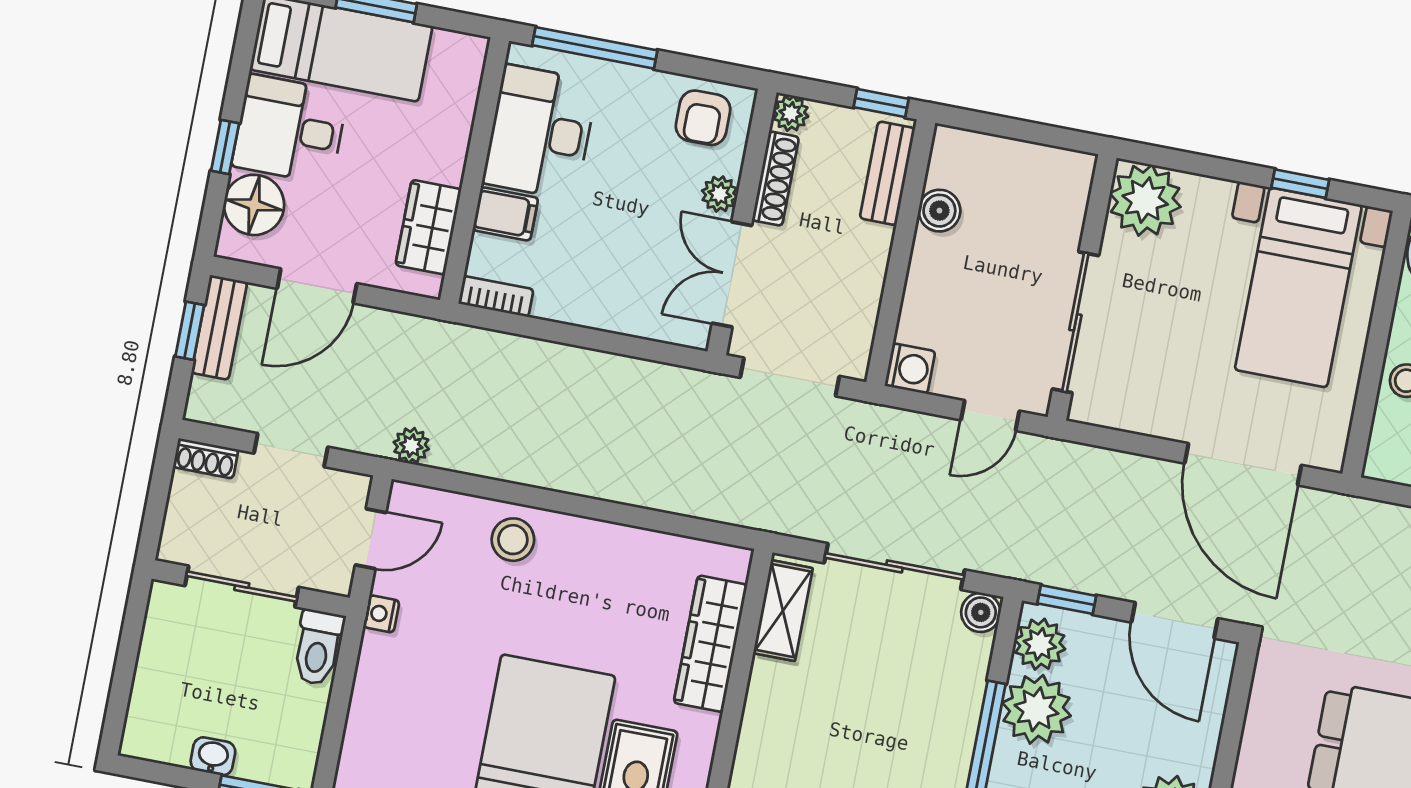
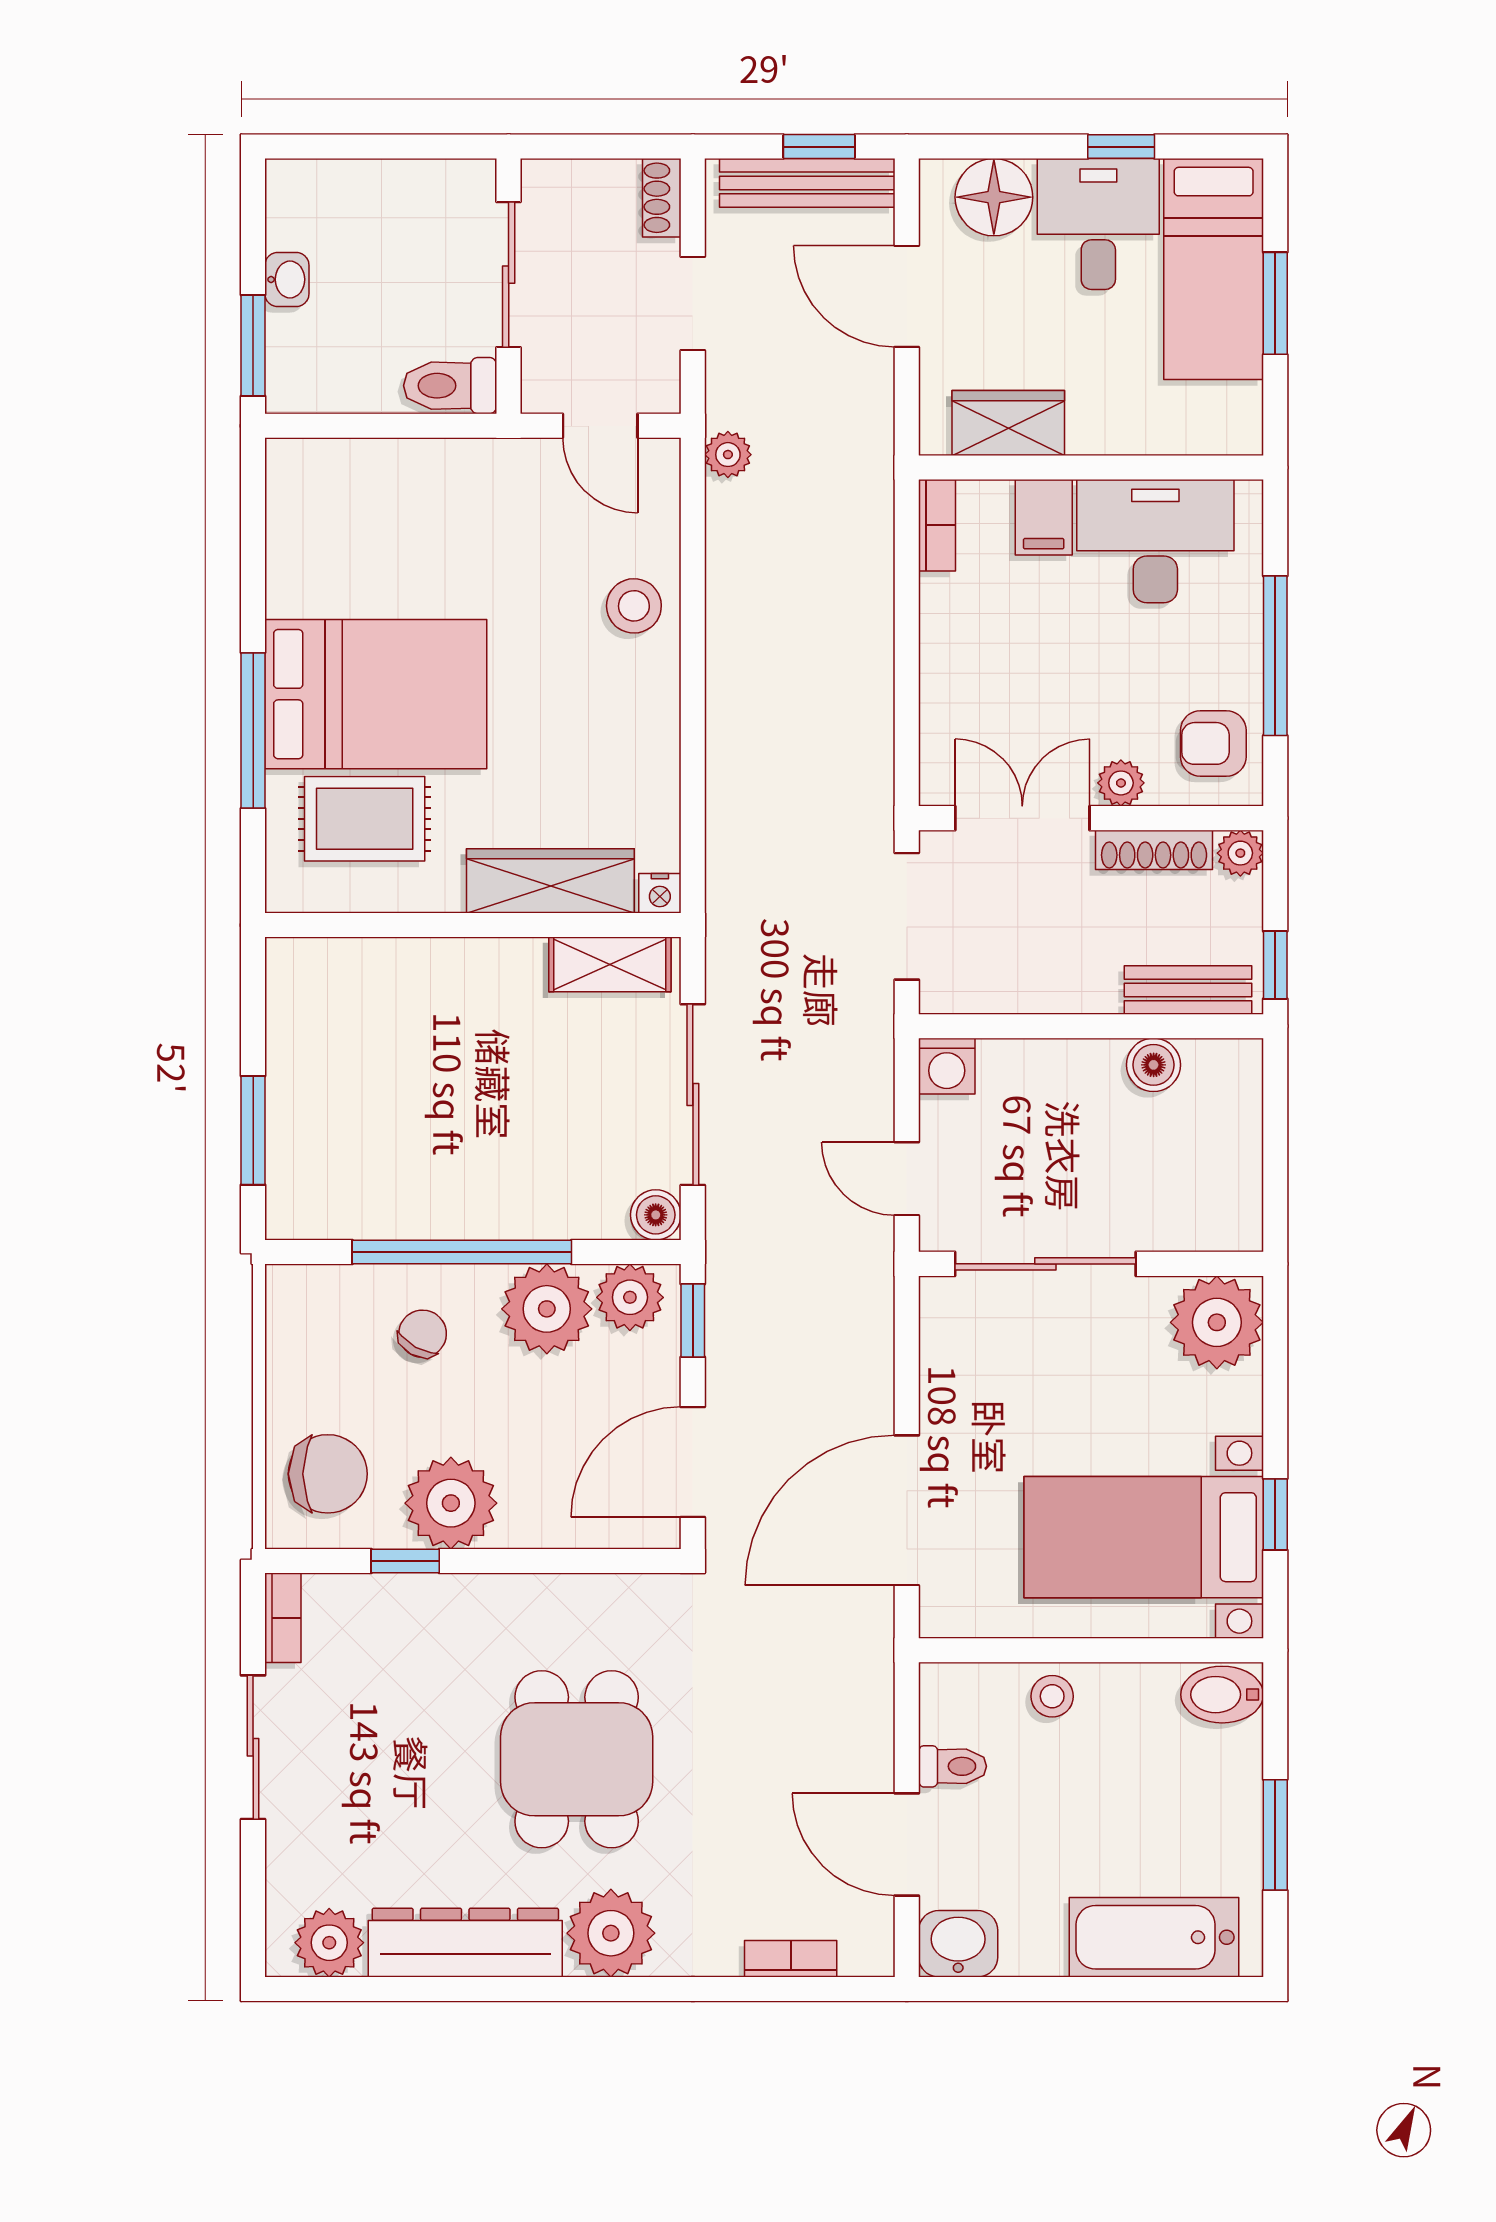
window: (595, 48) -> (1275, 656), moved
window: (225, 147) -> (1121, 147), moved
bench: (219, 327) -> (807, 183), width x1.36
nightstand: (381, 614) -> (660, 893), moved, turned 180

